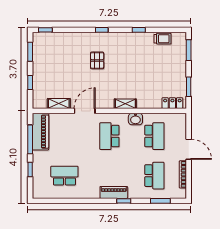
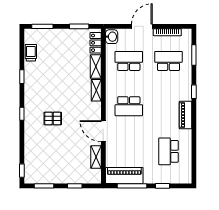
shelving: (149, 103) -> (96, 67), added
washbasin: (135, 119) -> (112, 37), moved
piano: (114, 192) -> (185, 115), moved

